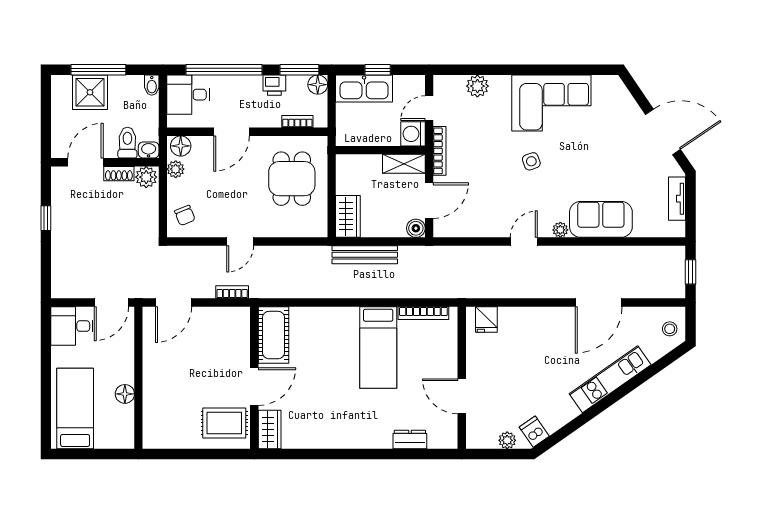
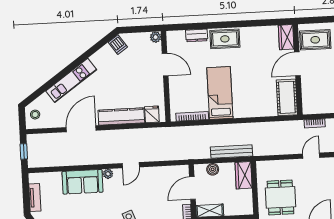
boiler: (416, 228) -> (213, 169), moved
kitchen counter: (535, 319) -> (121, 117), added
rug: (366, 432) -> (225, 39), added
plant: (507, 440) -> (156, 37), moved

